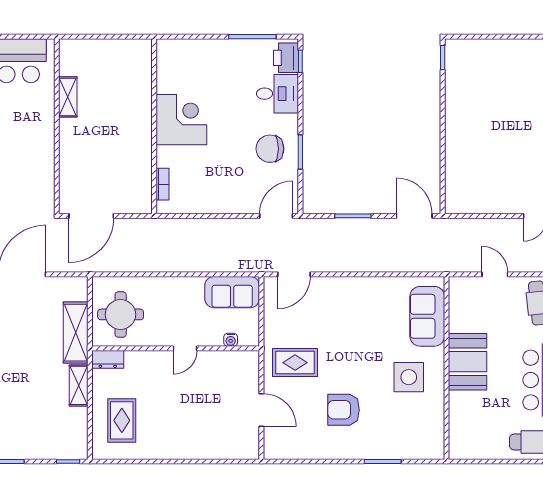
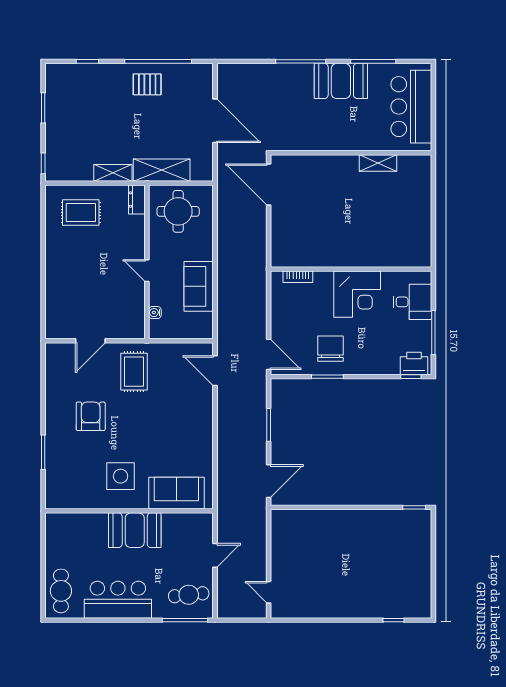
desk: (277, 94) -> (412, 302), moved, turned -90
corner desk: (181, 120) -> (357, 294), moved
wall: (154, 126) -> (351, 269), moved
bookcase: (163, 184) -> (298, 277), moved
sofa: (232, 292) -> (199, 286), moved

